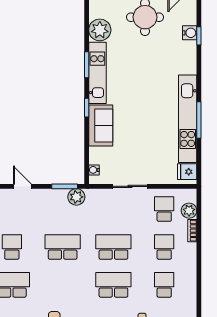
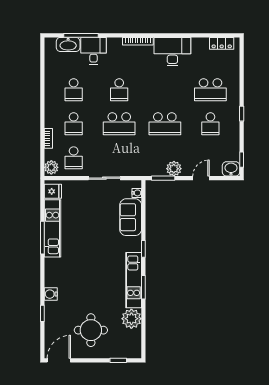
water cooler: (190, 33) -> (51, 294), moved
kitchen unit: (188, 119) -> (53, 228), width x0.73
sofa: (101, 126) -> (131, 217), moved
door: (22, 186) -> (201, 178), swing flipped
plant: (76, 197) -> (174, 169), moved
plant: (189, 211) -> (51, 167), moved
school desk: (113, 285) -> (119, 90), width x0.54

